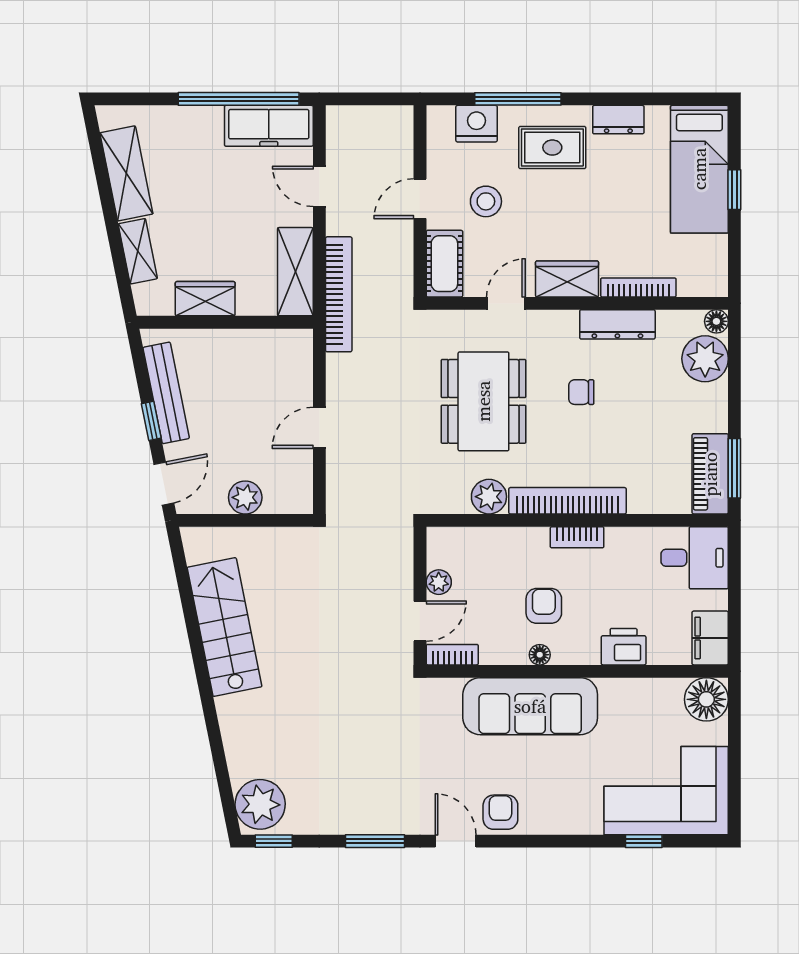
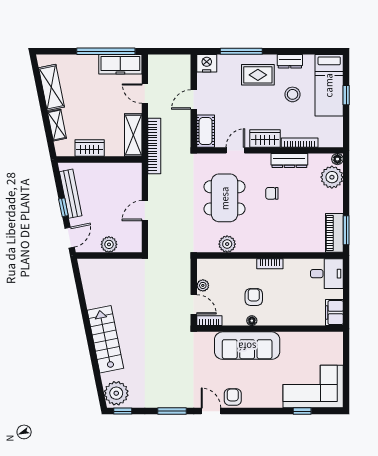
nightstand: (477, 124) -> (207, 63), moved
stool: (486, 201) -> (293, 94), moved
bookcase: (568, 501) -> (265, 246), removed
door: (420, 621) -> (194, 304), hinge flipped
stairs: (225, 627) -> (105, 339), moved
printer: (624, 647) -> (292, 317), removed
floor lamp: (706, 699) -> (333, 342), removed

